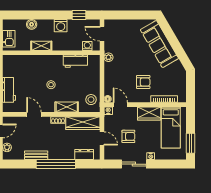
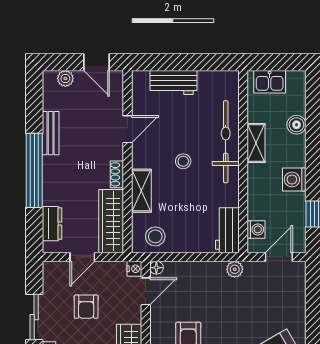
workbench: (75, 61) -> (227, 230), moved
bicycle: (41, 62) -> (226, 142), added

